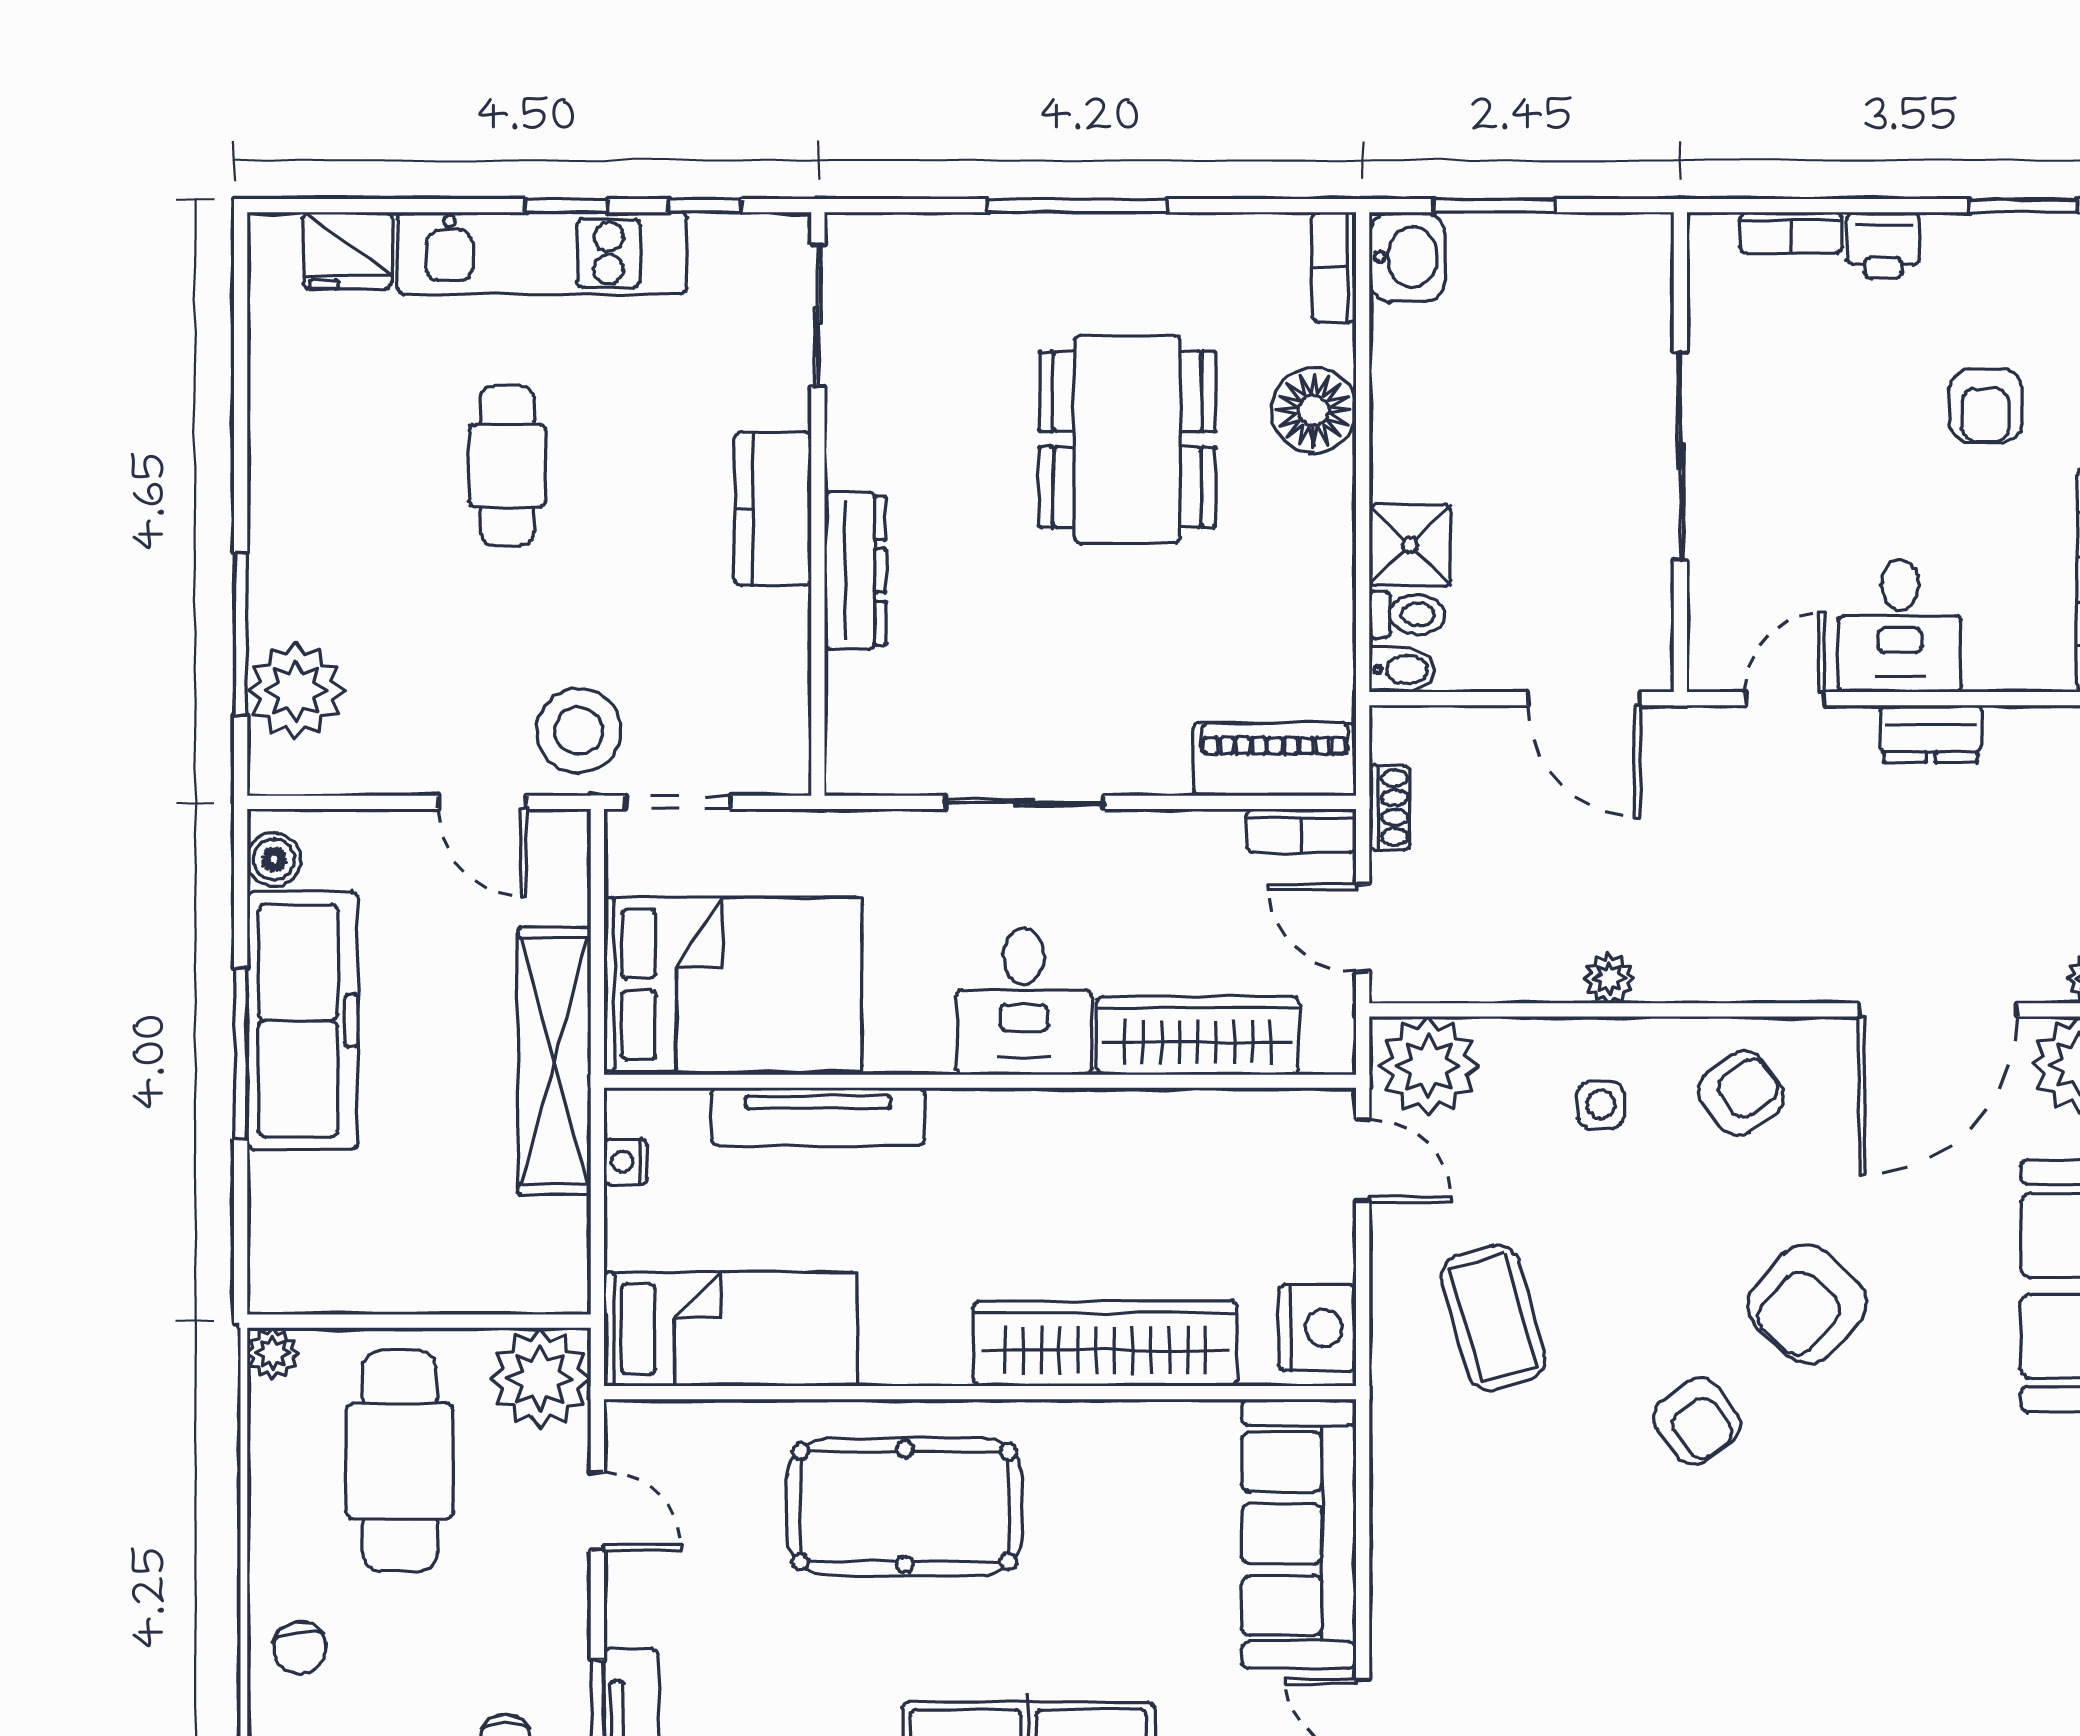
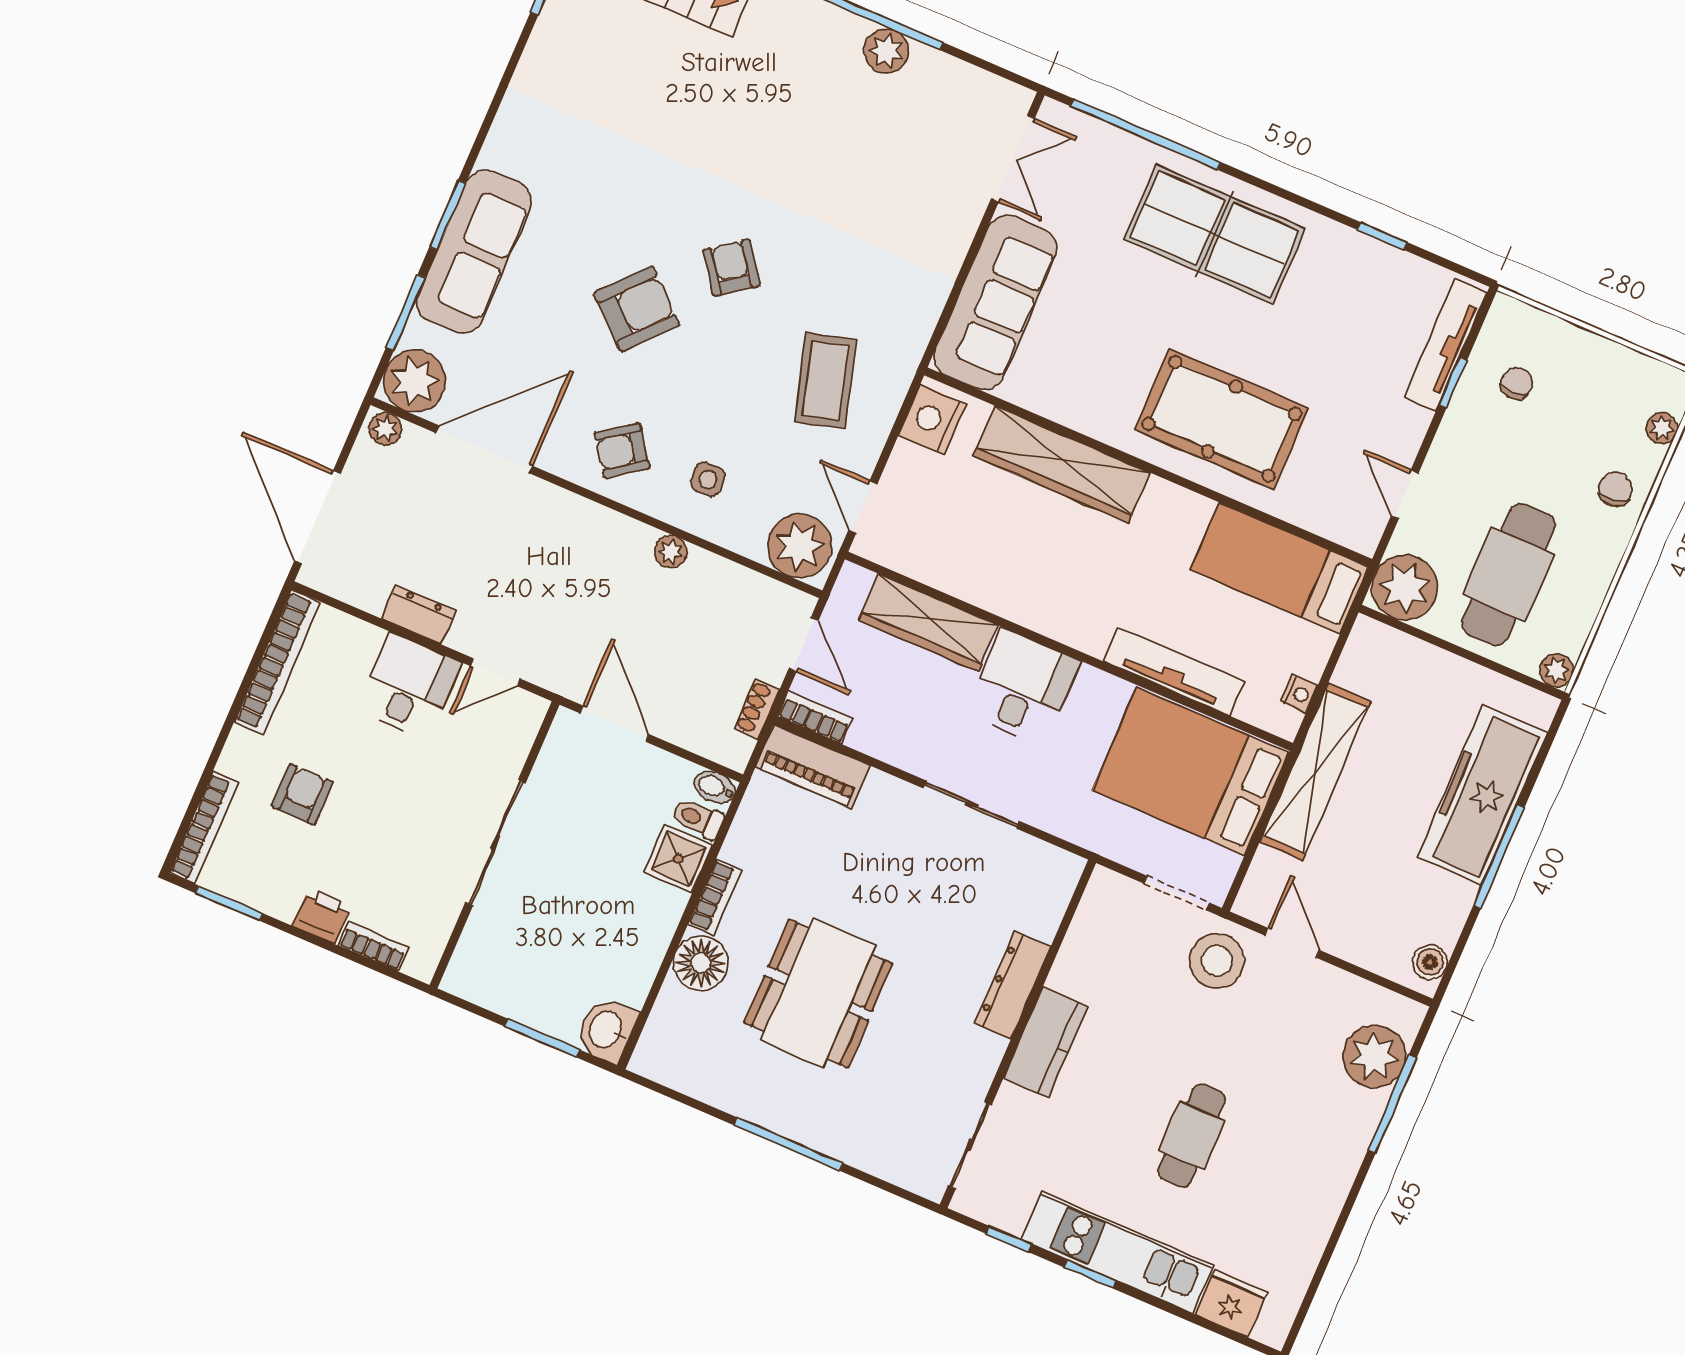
bookcase: (1334, 267) -> (715, 897), moved
freezer: (303, 1021) -> (1482, 795), moved

